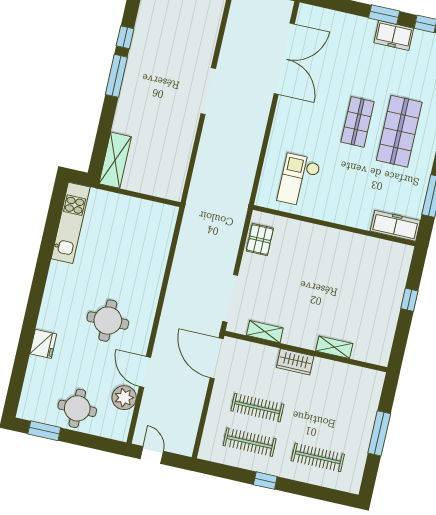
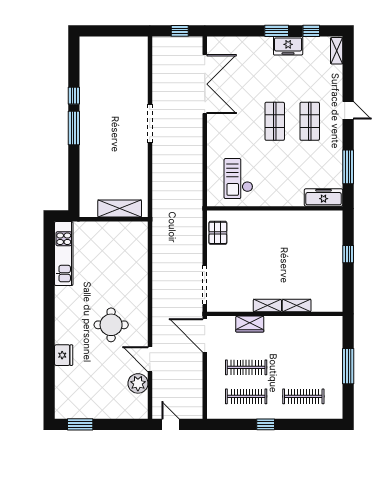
shop shelf: (399, 131) -> (310, 121), width x0.70, depth x0.74
shelving: (115, 160) -> (120, 209), moved, turned 90
shelving: (265, 332) -> (267, 306), moved
wardrobe: (295, 362) -> (250, 324), moved
round table: (77, 408) -> (102, 400), removed

